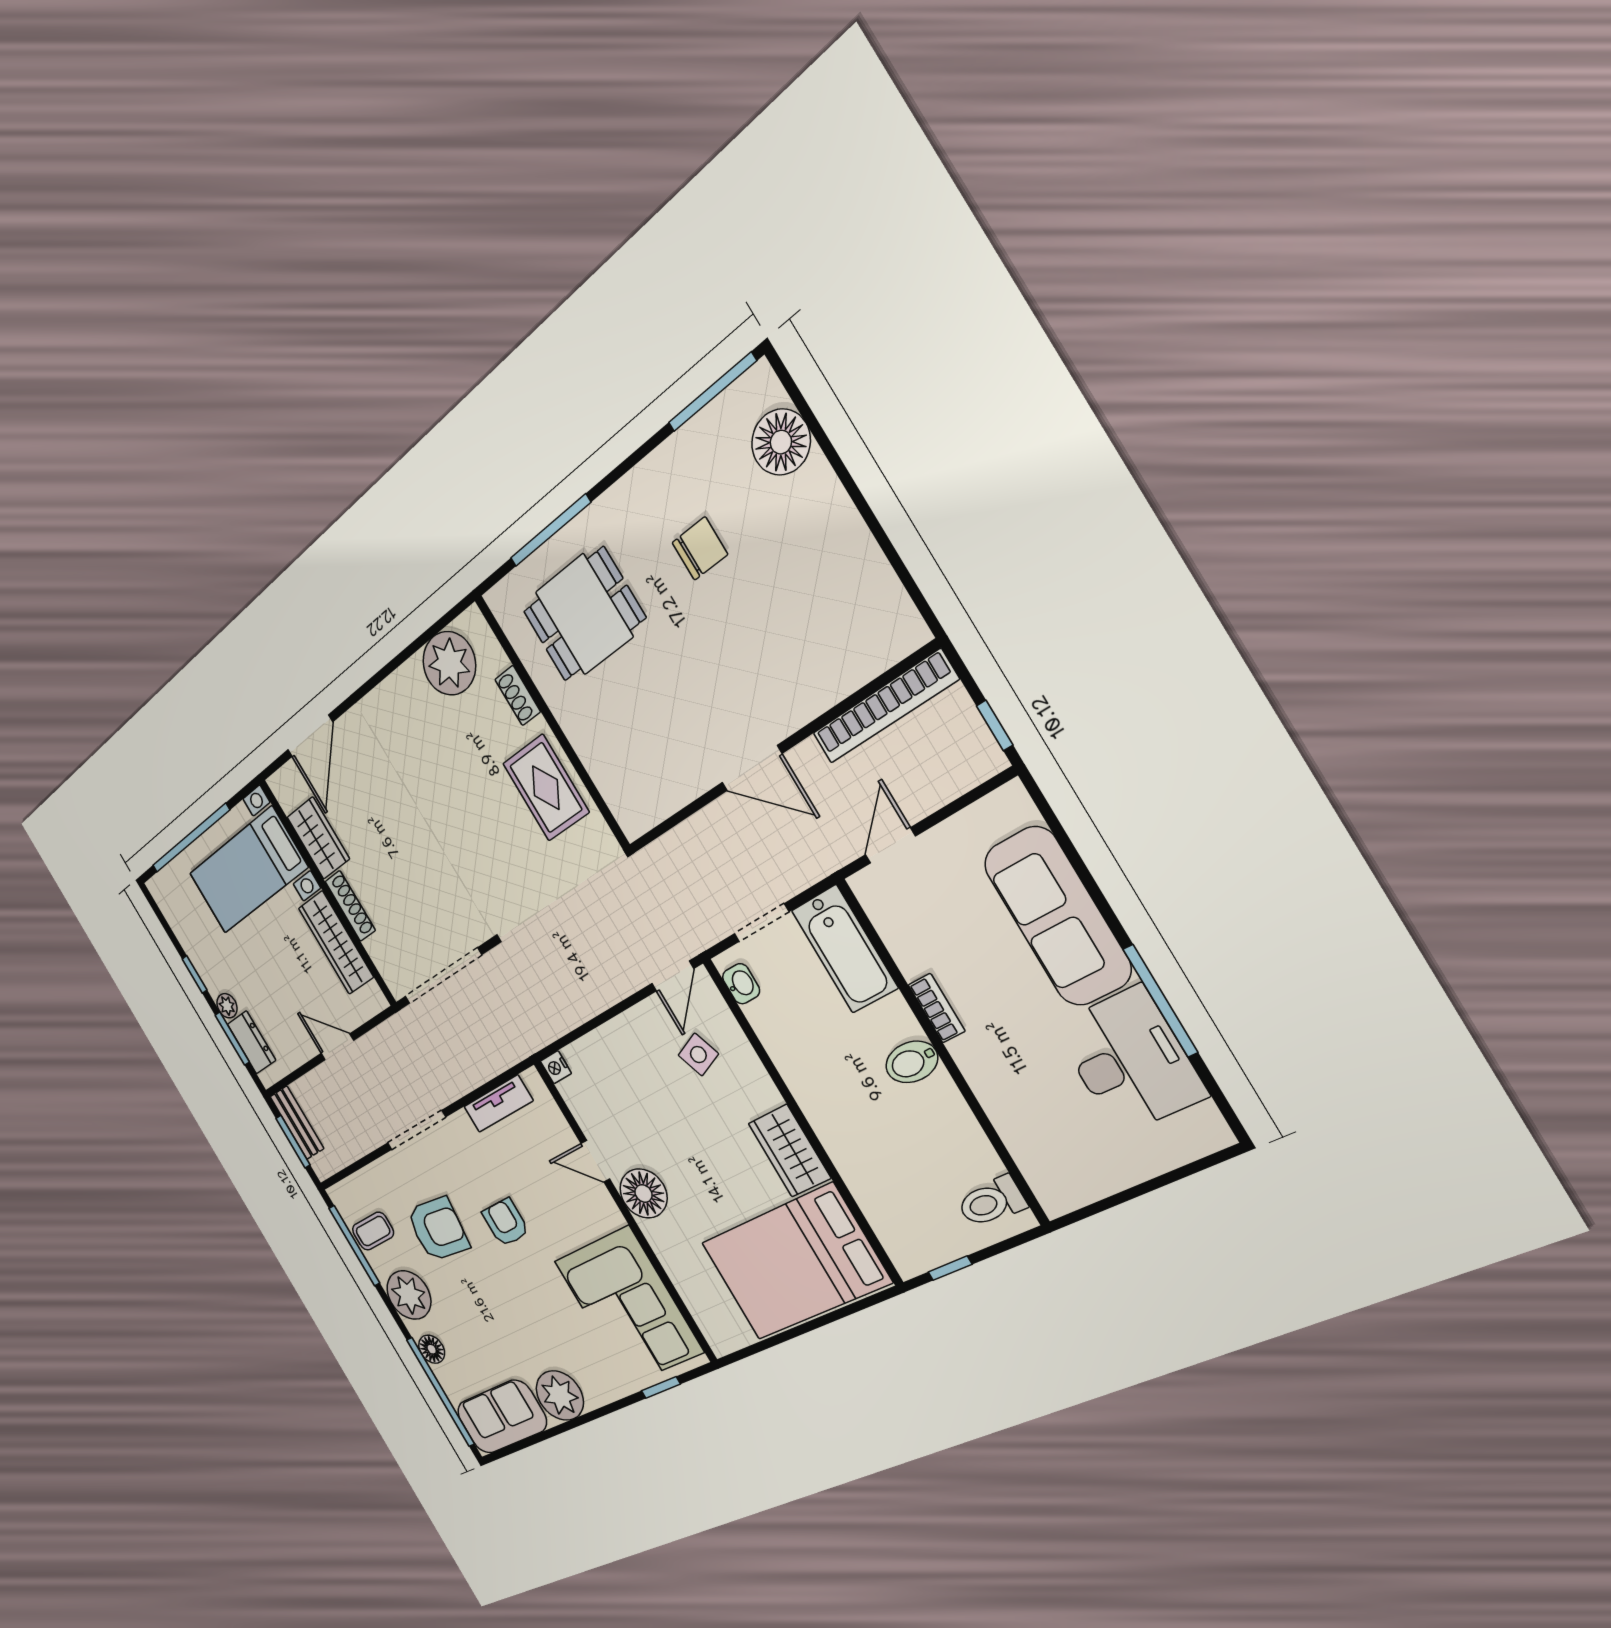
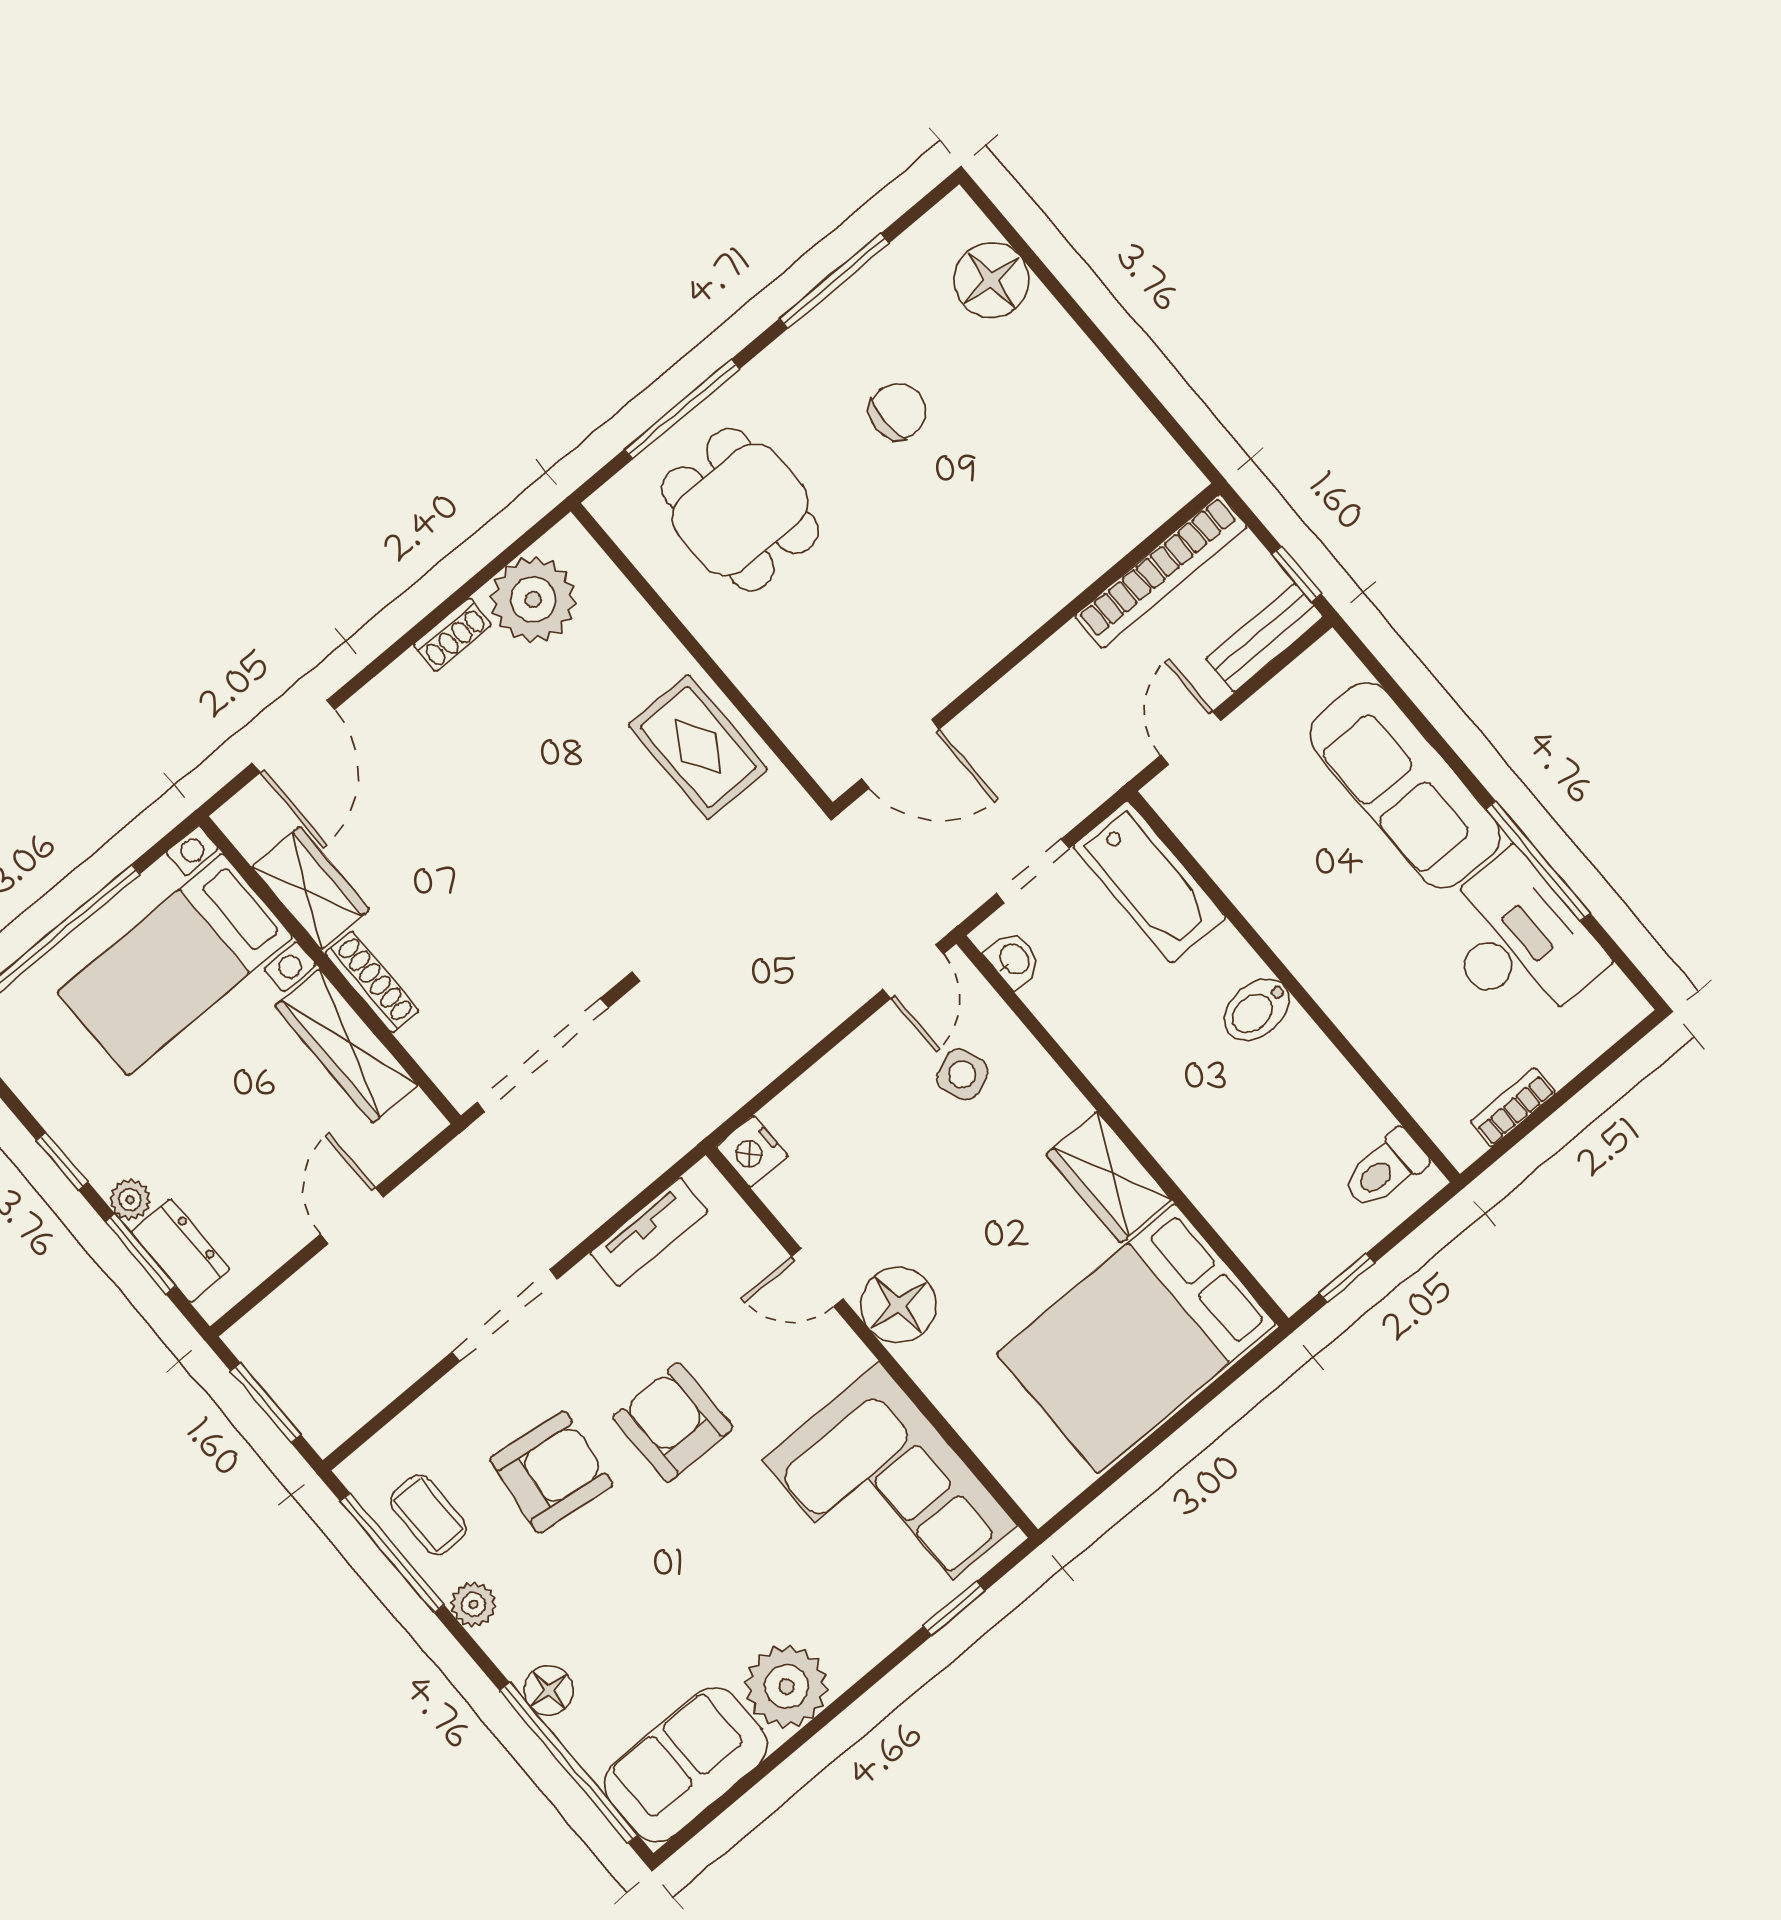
window: (712, 392) -> (834, 281), moved
dining table: (584, 614) -> (740, 510), turned 90
shoe rack: (518, 696) -> (452, 635), moved, turned -90
door: (752, 768) -> (900, 754), moved
bookcase: (937, 1008) -> (1513, 1107), moved, turned -90
door: (337, 1047) -> (352, 1216), hinge flipped
nightstand: (556, 1067) -> (752, 1151), width x1.39, depth x1.35
bench: (297, 1123) -> (1265, 638), moved, turned 90
armchair: (506, 1222) -> (673, 1422), width x1.38, depth x1.38
coffee table: (373, 1231) -> (428, 1515), turned 90
plant: (409, 1295) -> (474, 1604), width x0.53, depth x0.53

